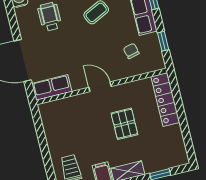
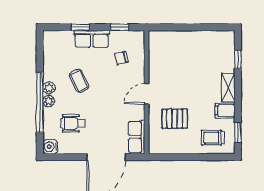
locker: (165, 99) -> (172, 38), removed
pallet: (124, 124) -> (175, 119), moved

